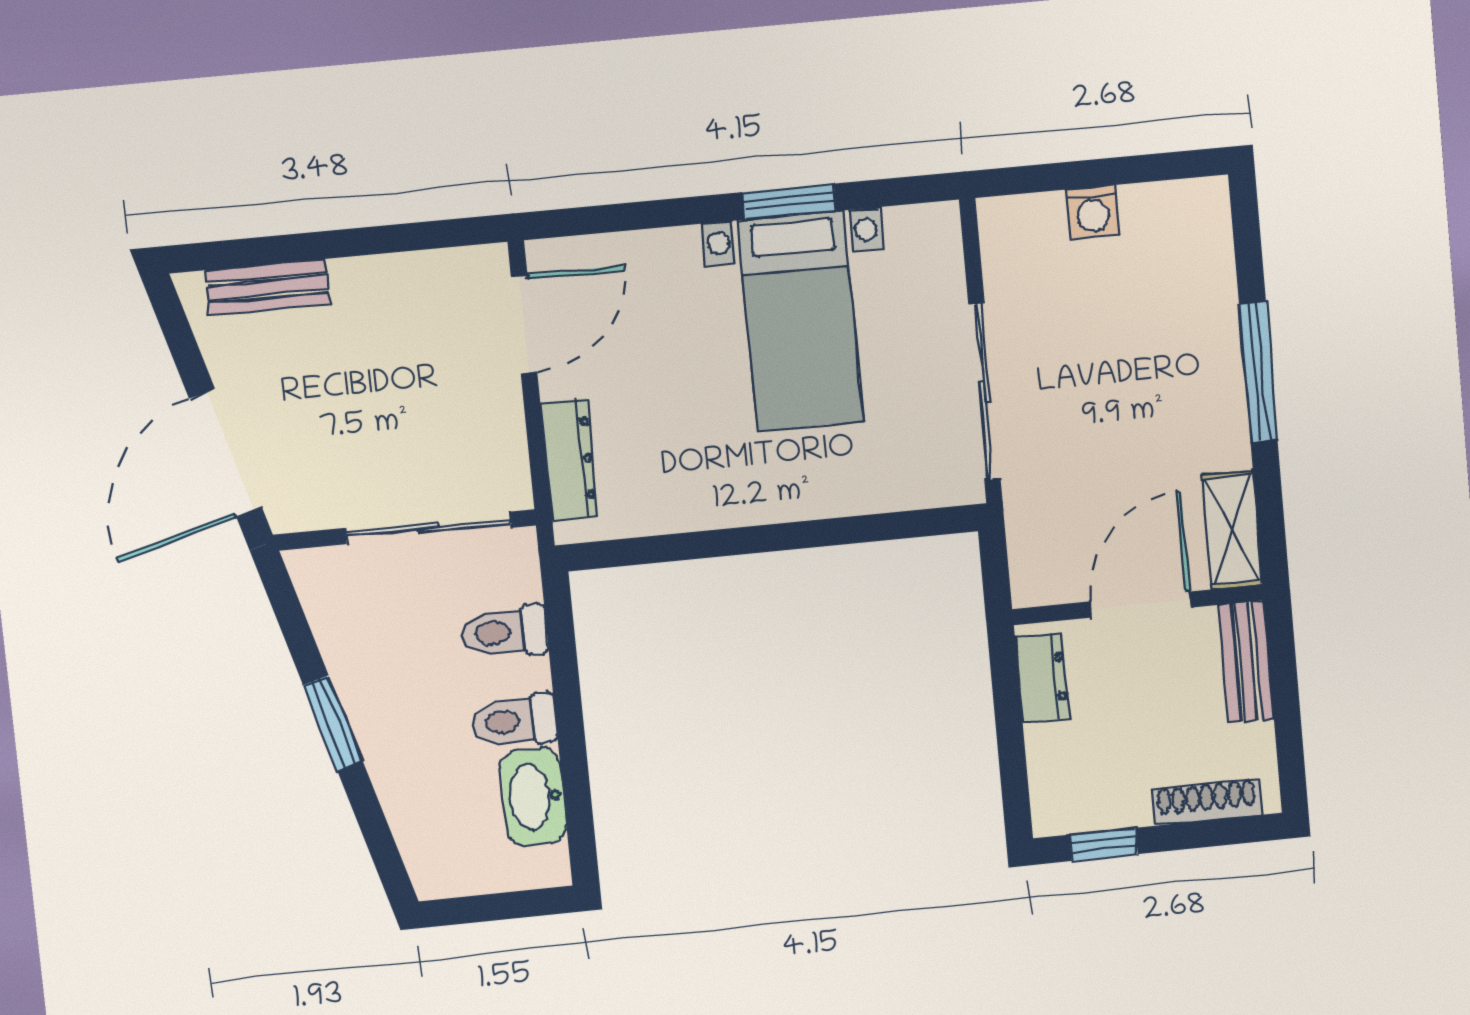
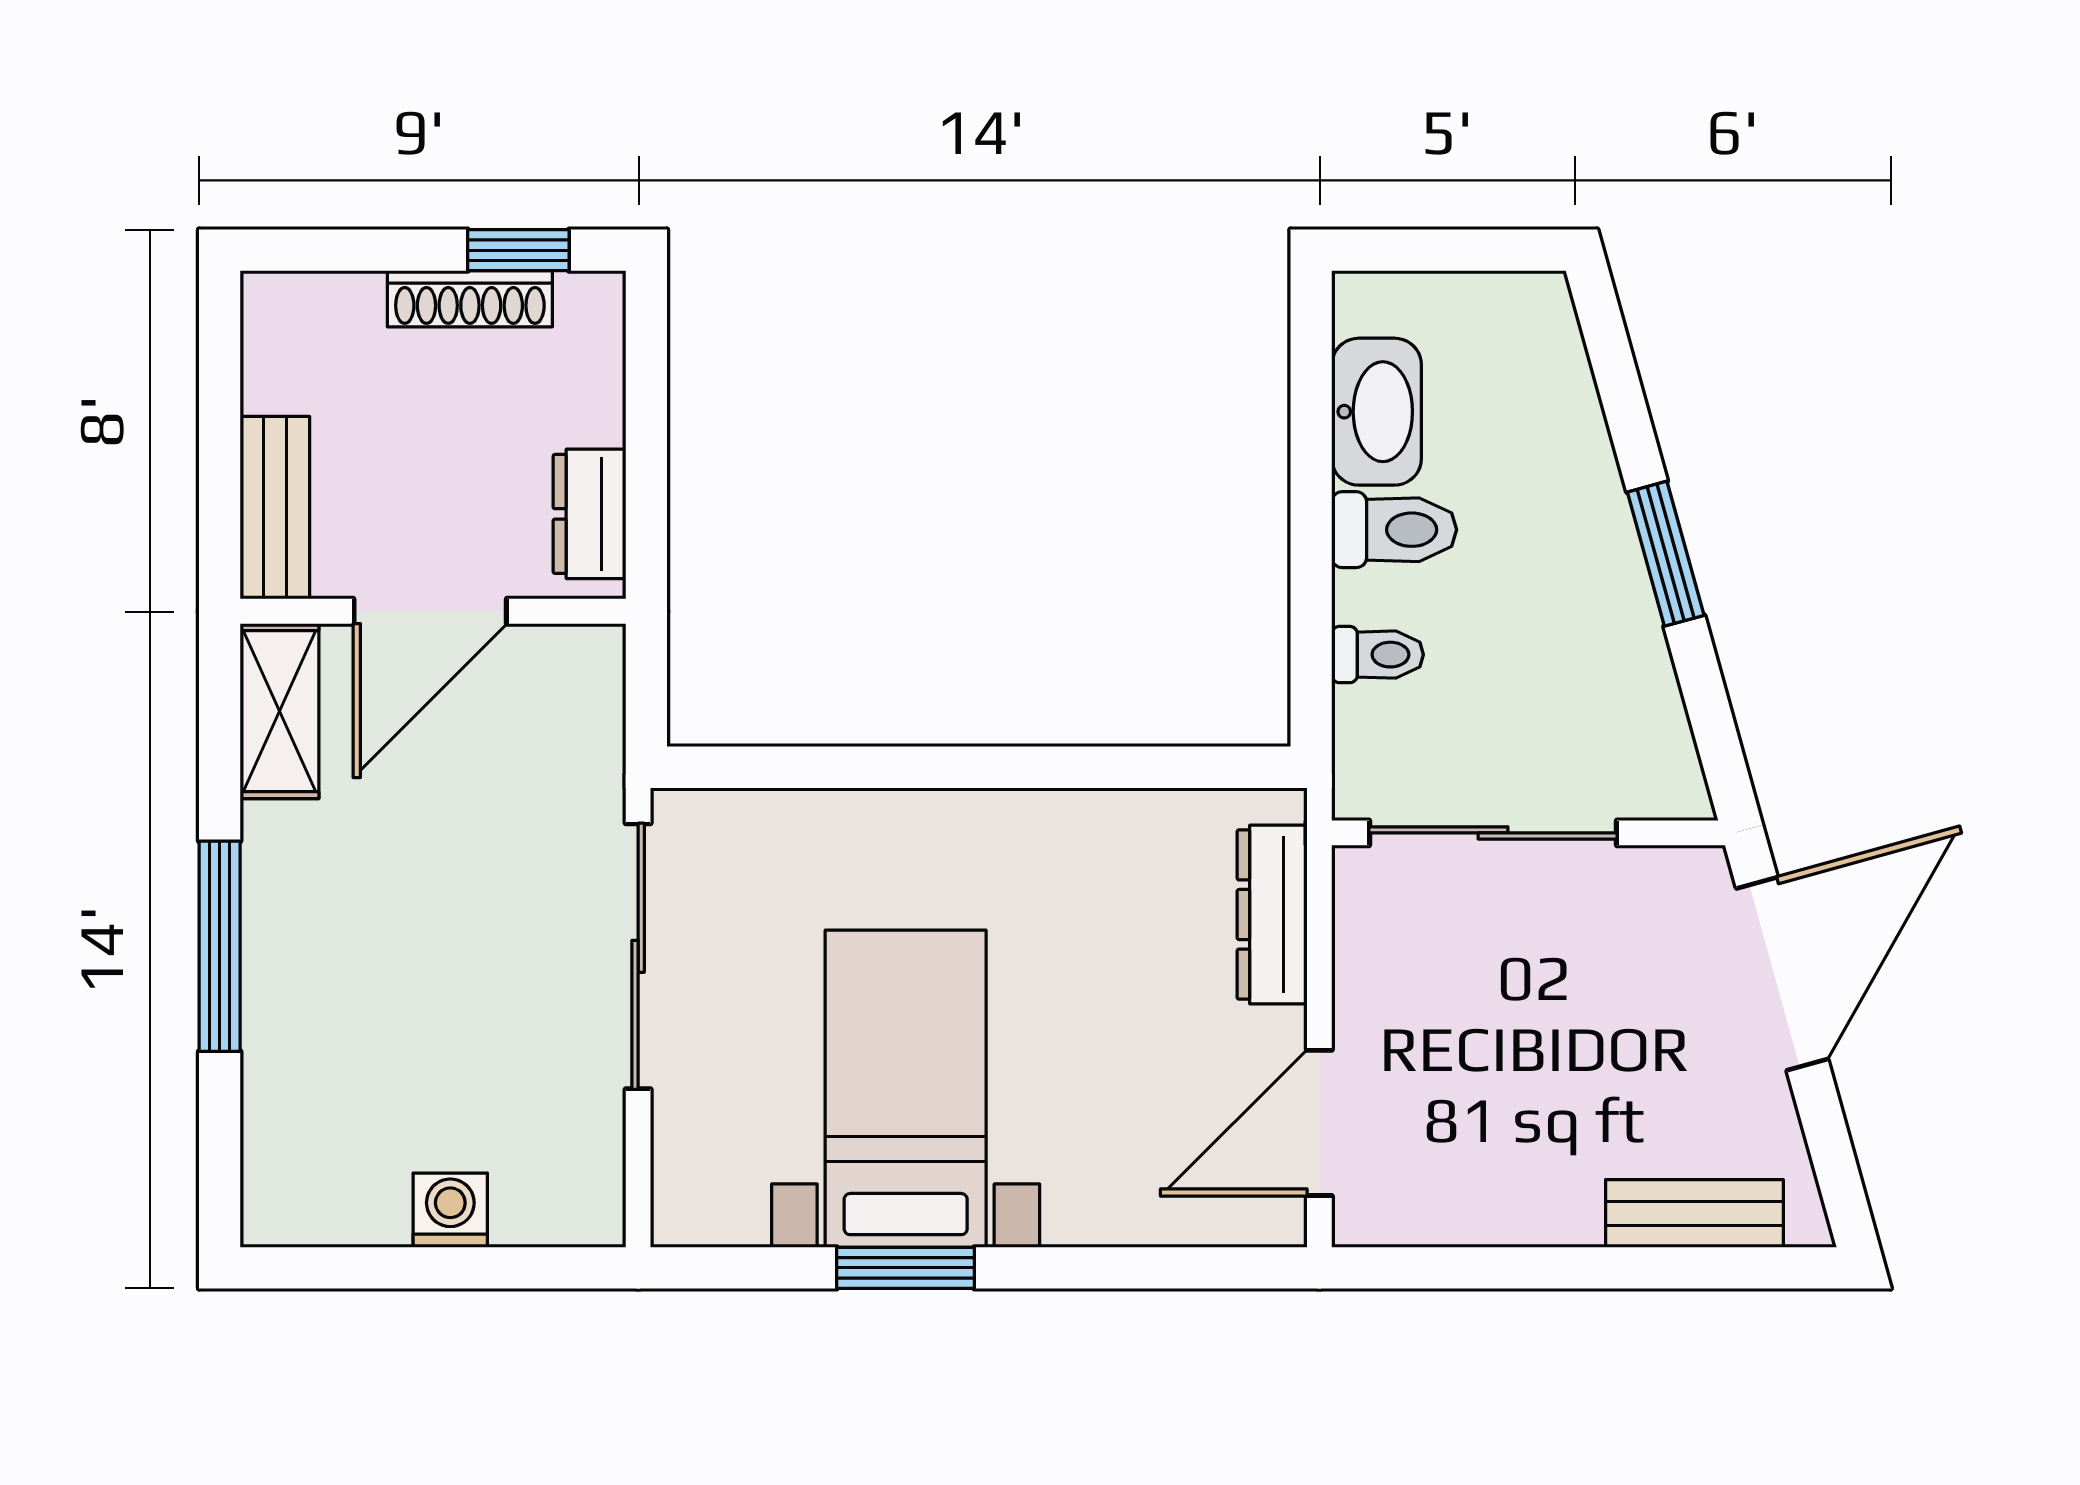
toilet: (504, 632) -> (1378, 655), width x0.73, depth x0.72
shoe rack: (1207, 802) -> (470, 299), moved

